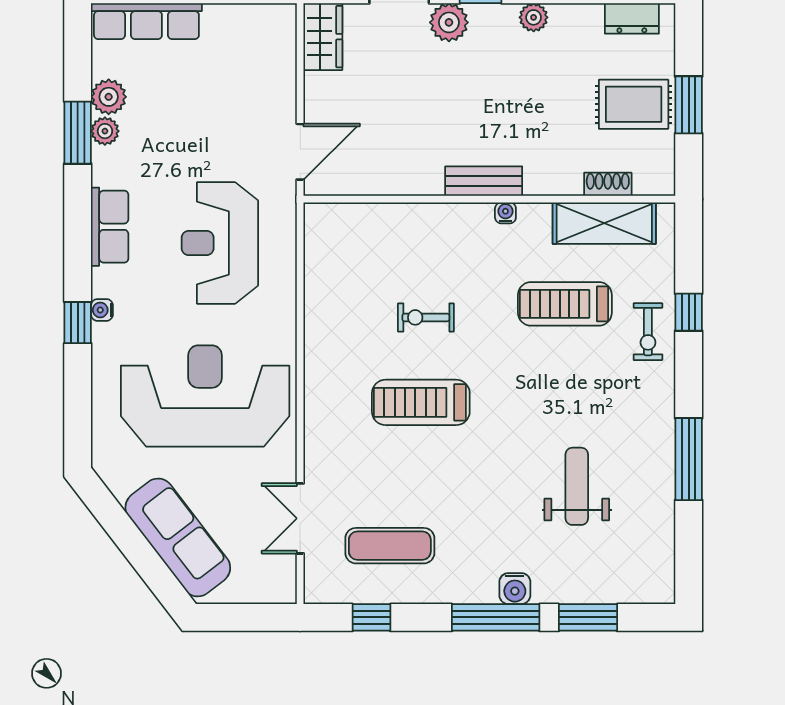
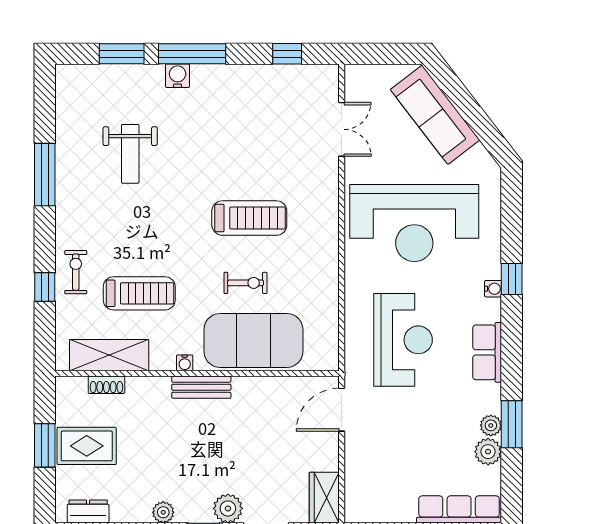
exercise mat: (390, 546) -> (253, 340), moved, width x2.00, depth x1.45

